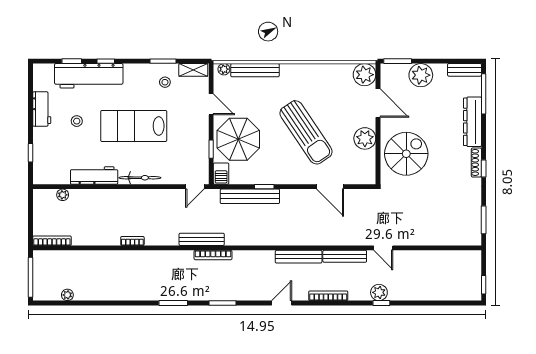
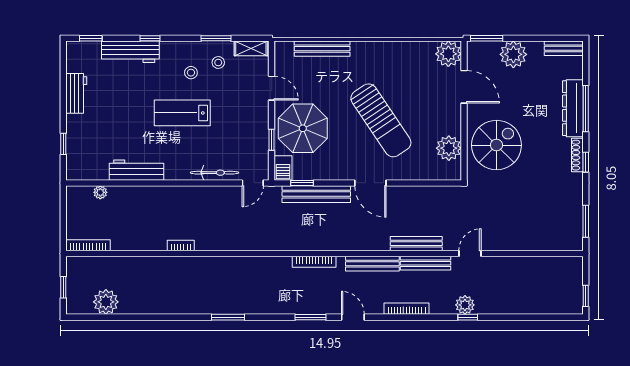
window: (72, 61) -> (91, 38), moved
plant: (224, 69) -> (286, 48), removed
workbench: (89, 76) -> (130, 52), width x0.73, depth x0.76
window: (484, 94) -> (586, 109), moved
stool: (77, 121) -> (191, 73), moved
lab bench: (134, 126) -> (182, 113), width x0.73, depth x0.72
plant: (365, 138) -> (449, 148), moved
bicycle: (140, 178) -> (214, 173), moved
window: (264, 187) -> (302, 183), moved
door: (330, 187) -> (370, 183), moved
bench: (202, 239) -> (416, 244), moved
door: (383, 248) -> (470, 254), swing flipped
bookcase: (213, 255) -> (314, 262), moved
window: (31, 277) -> (63, 287), width x0.46
plant: (67, 295) -> (106, 302), width x1.87, depth x1.87
window: (222, 303) -> (311, 317), moved
door: (282, 303) -> (353, 317), hinge flipped

